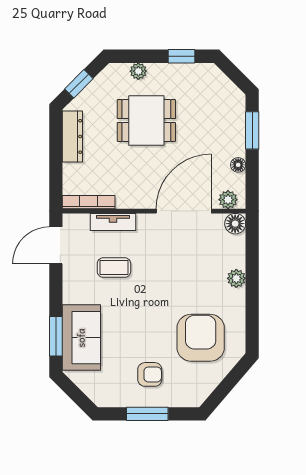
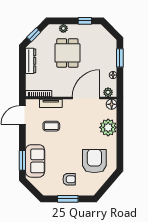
dining table: (146, 120) -> (67, 53), turned 90
plant: (236, 278) -> (108, 127), width x1.87, depth x1.87

